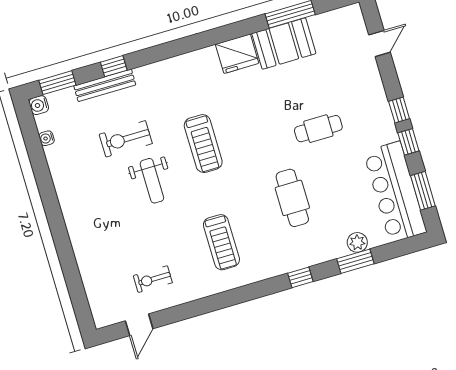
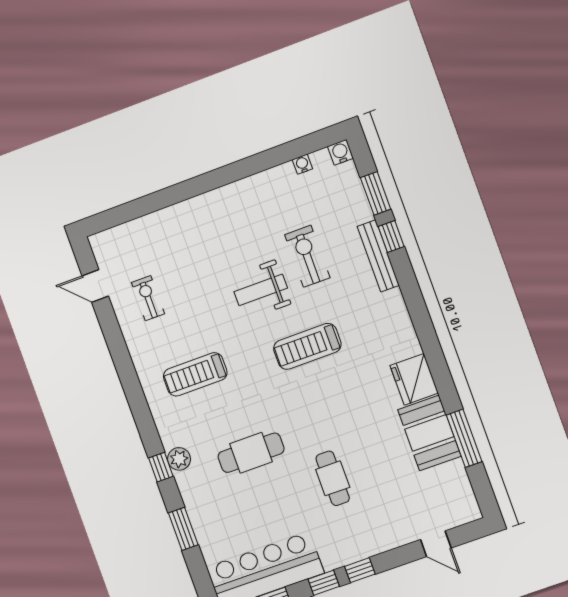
window: (57, 83) -> (376, 193), moved
bench: (105, 85) -> (378, 256), moved
plant: (357, 242) -> (179, 459), moved

